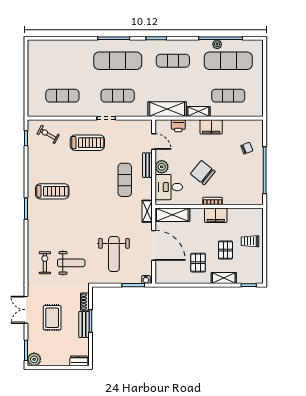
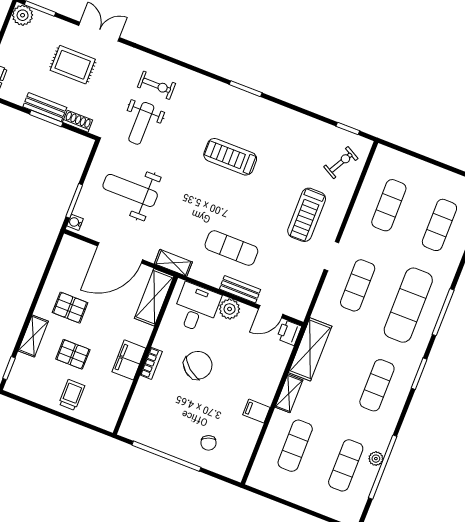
exercise mat: (62, 61) -> (439, 225), added
exercise mat: (228, 61) -> (346, 465), width x0.73, depth x0.69
printer: (178, 126) -> (289, 332), moved
filing cabinet: (211, 127) -> (256, 411), width x0.50
treadmill: (52, 191) -> (230, 157), moved, turned 90

